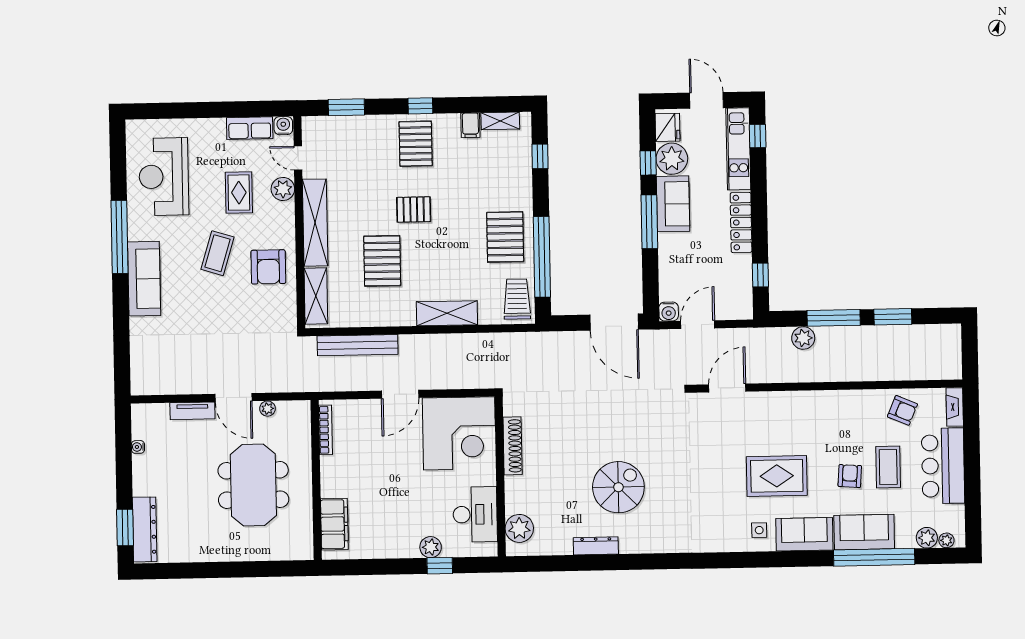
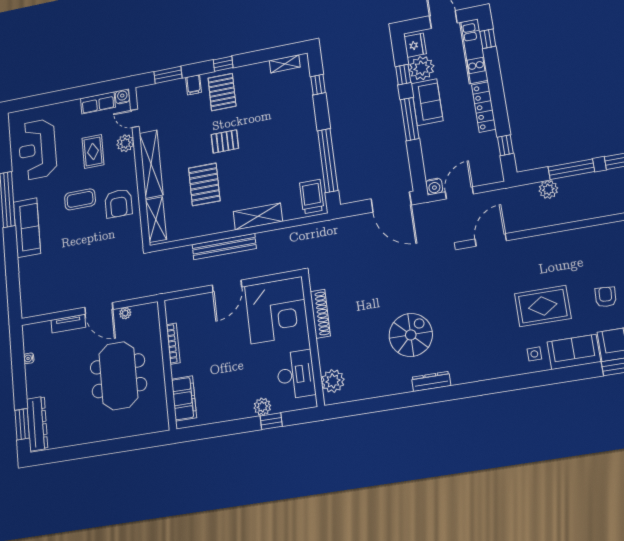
filing cabinet: (470, 125) -> (194, 85), moved
pallet: (505, 237) -> (297, 150), removed
coffee table: (218, 253) -> (80, 199), turned 73
bench: (358, 345) -> (224, 246), moved
bookcase: (326, 430) -> (173, 344), moved
dresser: (596, 546) -> (431, 381), moved

